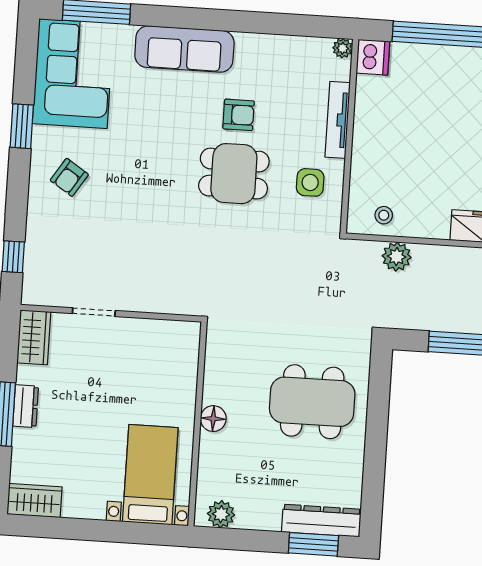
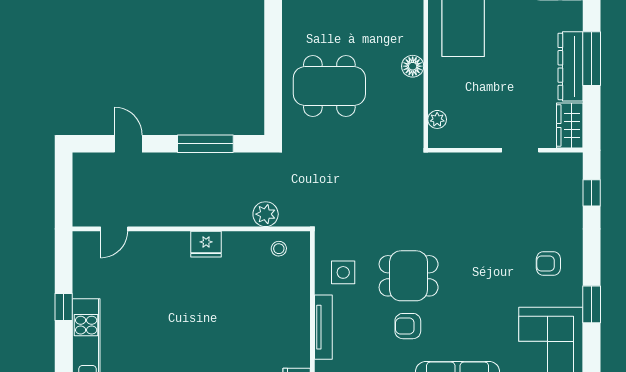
armchair: (69, 177) -> (548, 264), turned -123
plant: (189, 354) -> (437, 119), added
dresser: (26, 406) -> (571, 66), width x1.96, depth x1.24

